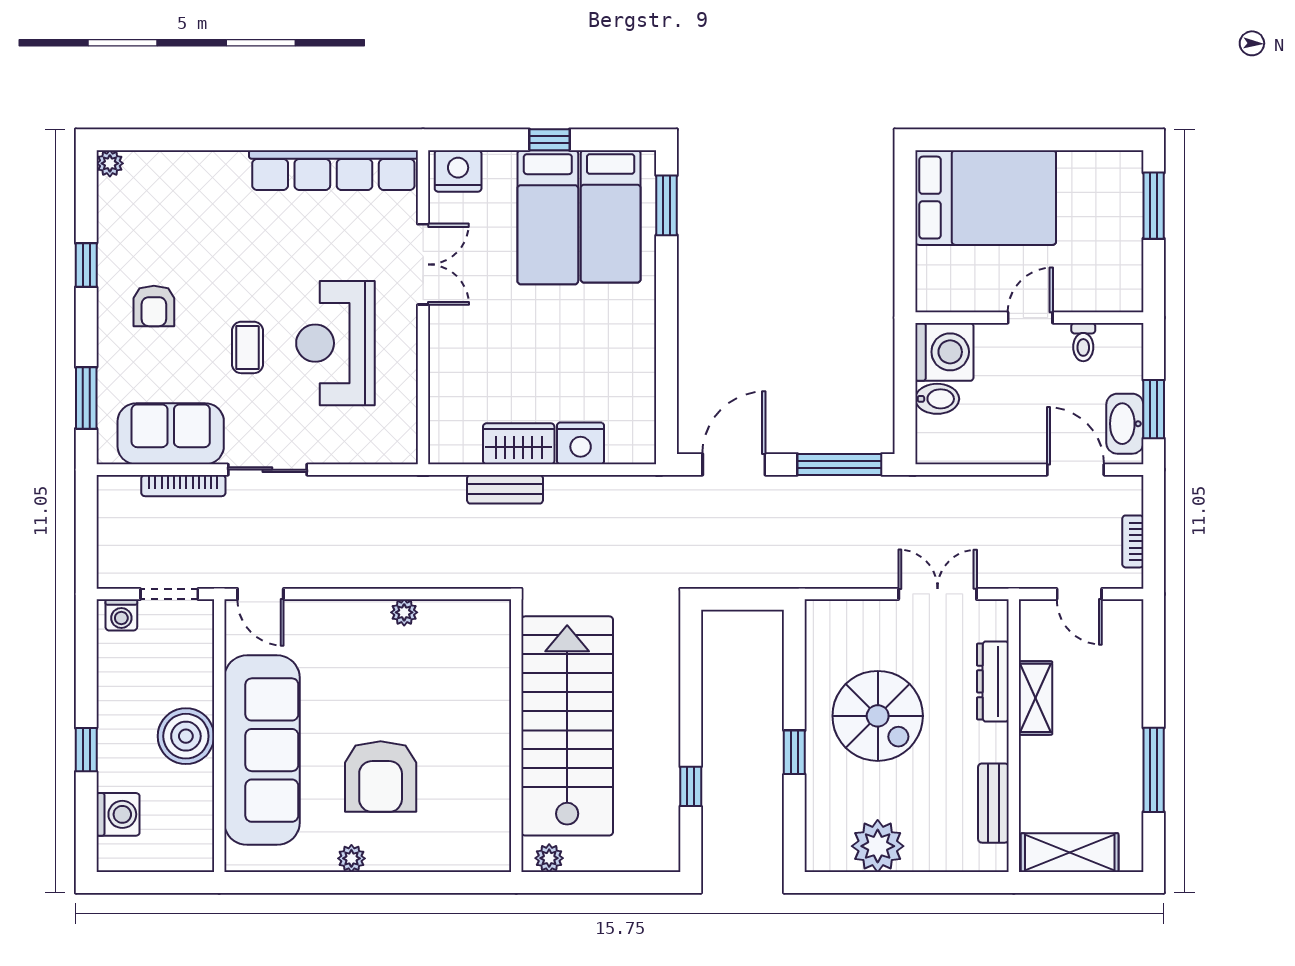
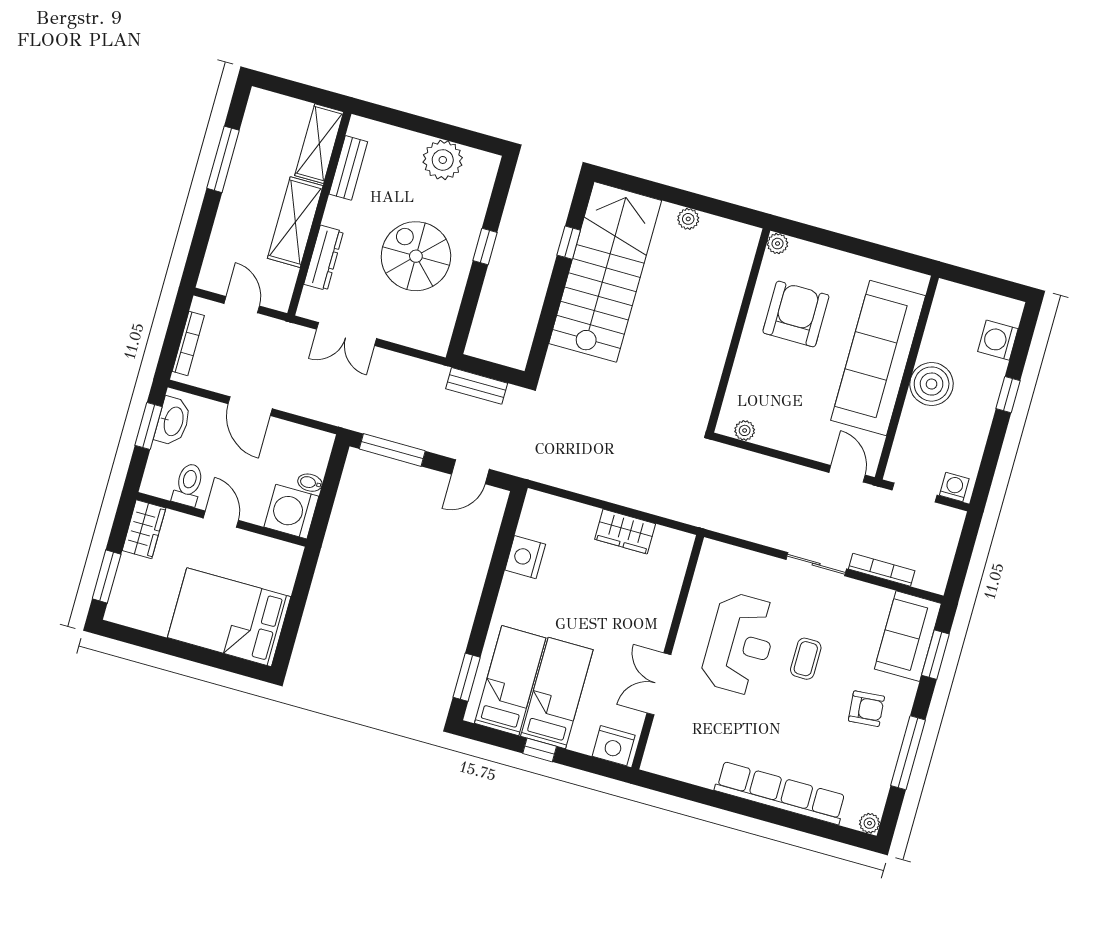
row of seats: (333, 170) -> (780, 793), moved
window: (86, 265) -> (908, 753), width x2.17
wardrobe: (1123, 278) -> (144, 529), added
armchair: (154, 306) -> (866, 709), turned 85
door: (1030, 318) -> (221, 519), swing flipped
toilet: (1083, 342) -> (188, 485), width x1.37, depth x1.39
bidet: (937, 399) -> (310, 483), width x0.72, depth x0.74
sofa: (171, 434) -> (908, 636), moved, turned 90
nightstand: (581, 443) -> (525, 557), moved, turned -90
door: (734, 464) -> (470, 472), width x0.73
door: (1076, 470) -> (250, 406), moved
bench: (505, 489) -> (477, 386), moved
bookcase: (1133, 541) -> (188, 343), width x1.56
shelving: (1035, 698) -> (295, 222), width x1.50, depth x1.33
stairs: (567, 726) -> (605, 272), moved, turned 180
wall: (516, 736) -> (738, 330), moved
shelving: (1070, 853) -> (319, 144), moved, turned 90
plant: (351, 858) -> (777, 244), moved

